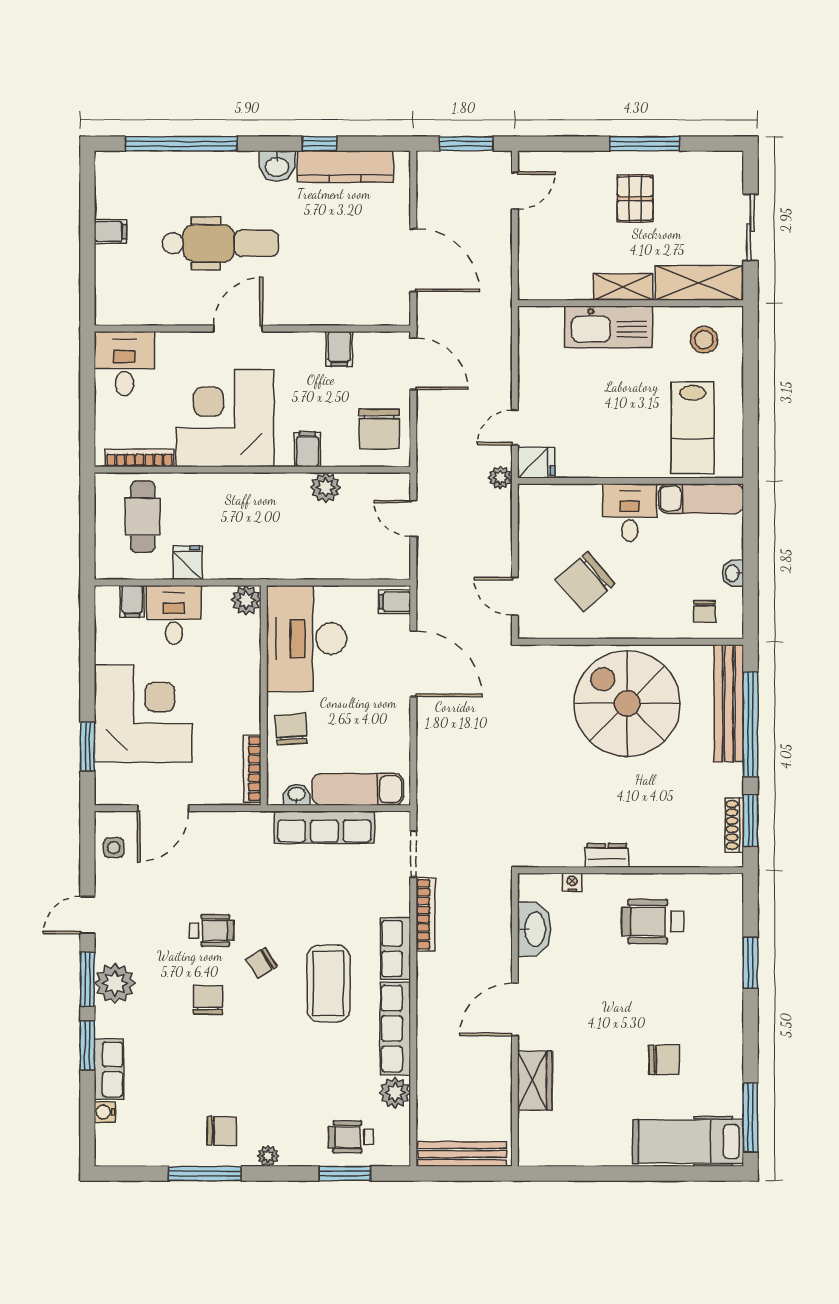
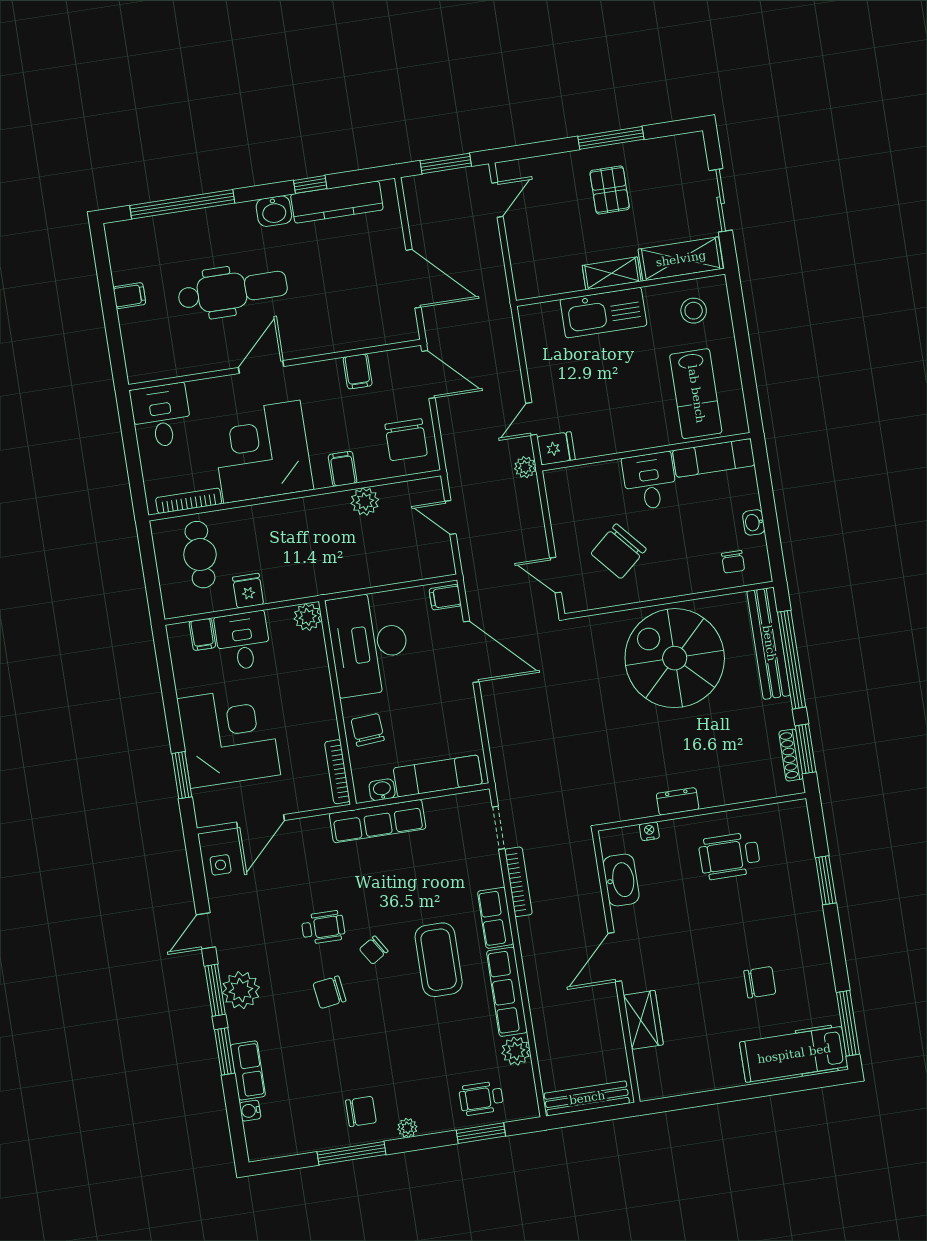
row of seats: (324, 827) -> (378, 821), moved
chair: (208, 1000) -> (329, 992), turned -98

